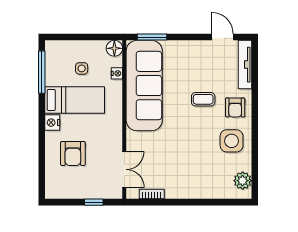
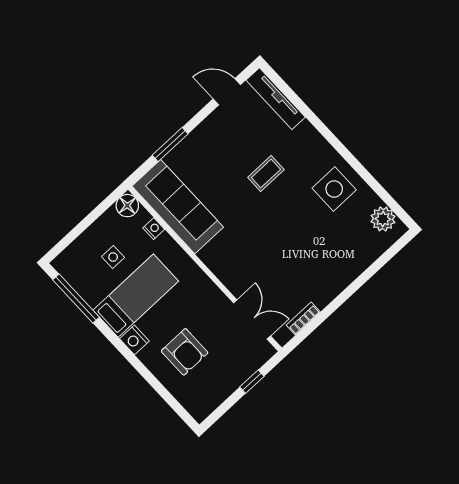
window: (152, 37) -> (170, 144), moved
sofa: (144, 86) -> (178, 207), width x0.74, depth x0.79
armchair: (235, 107) -> (306, 152), removed

